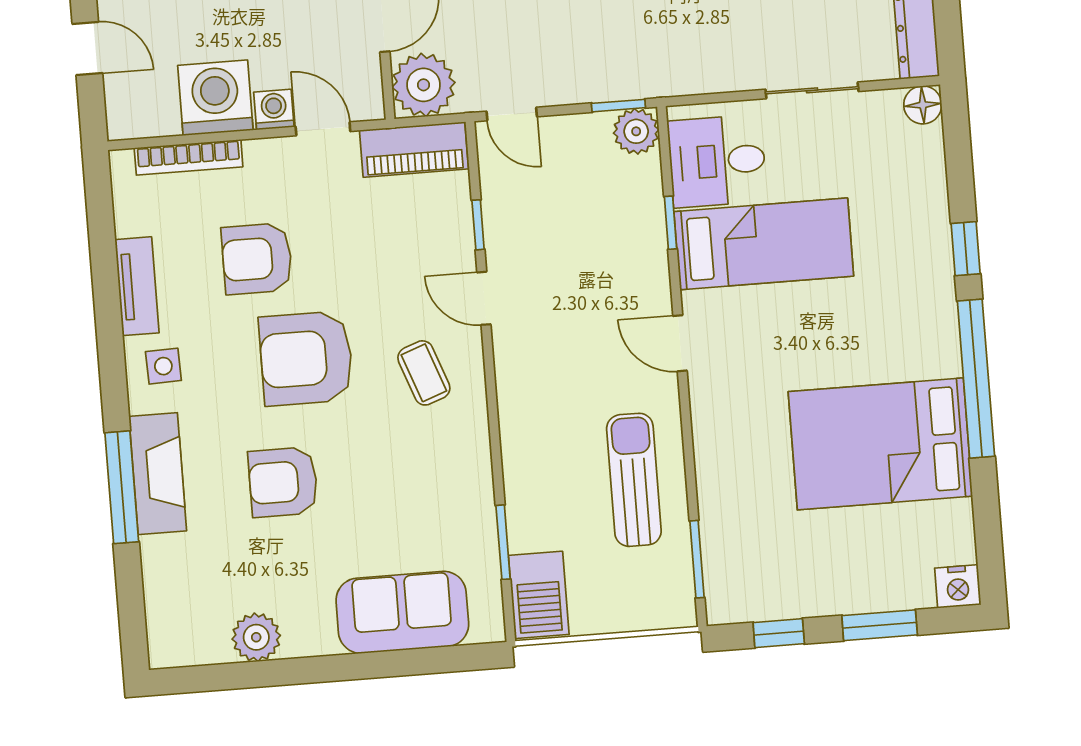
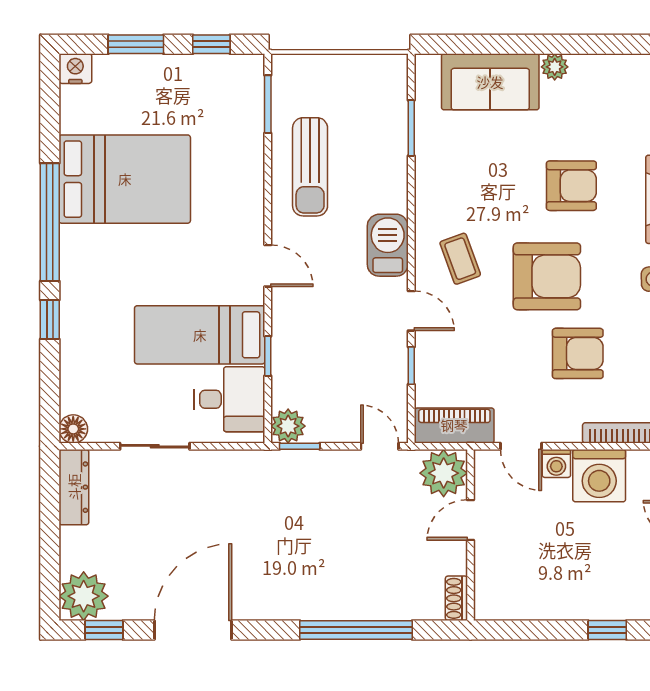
barbecue: (539, 595) -> (388, 245), moved
plant: (256, 637) -> (555, 67), moved, width x0.73, depth x0.73

